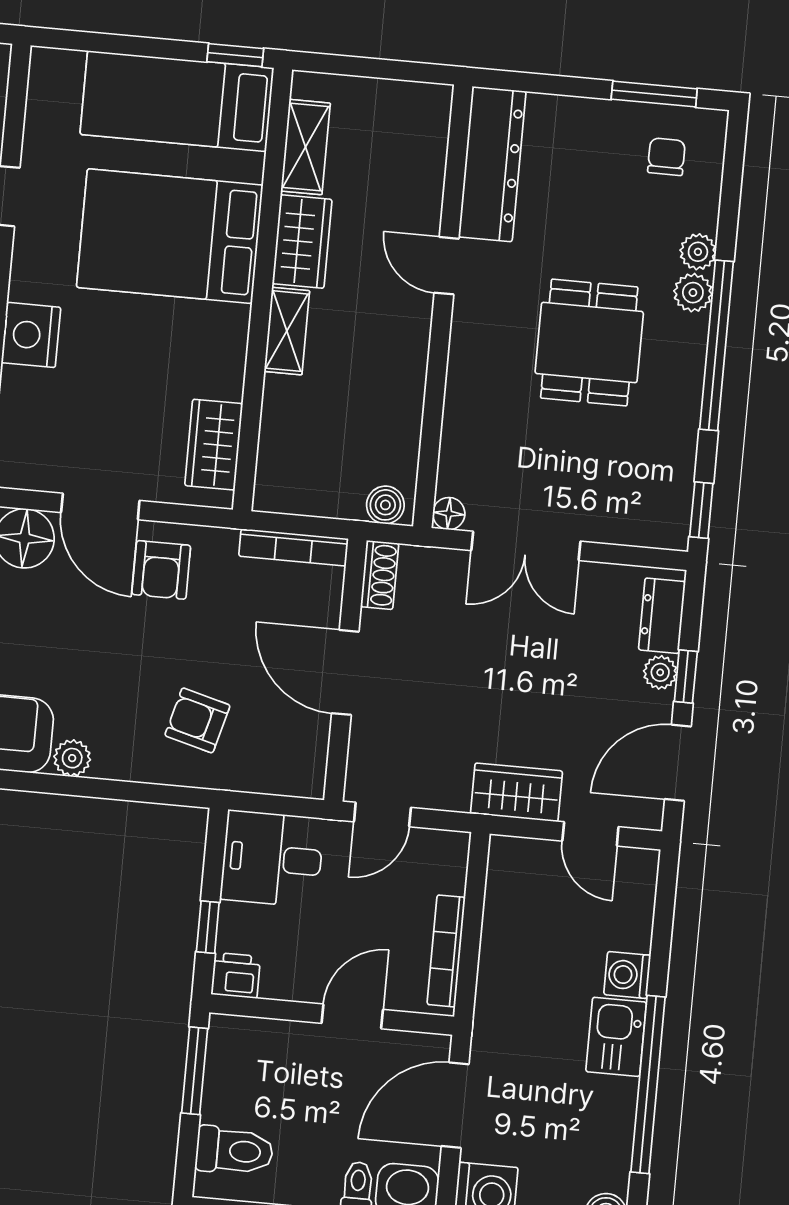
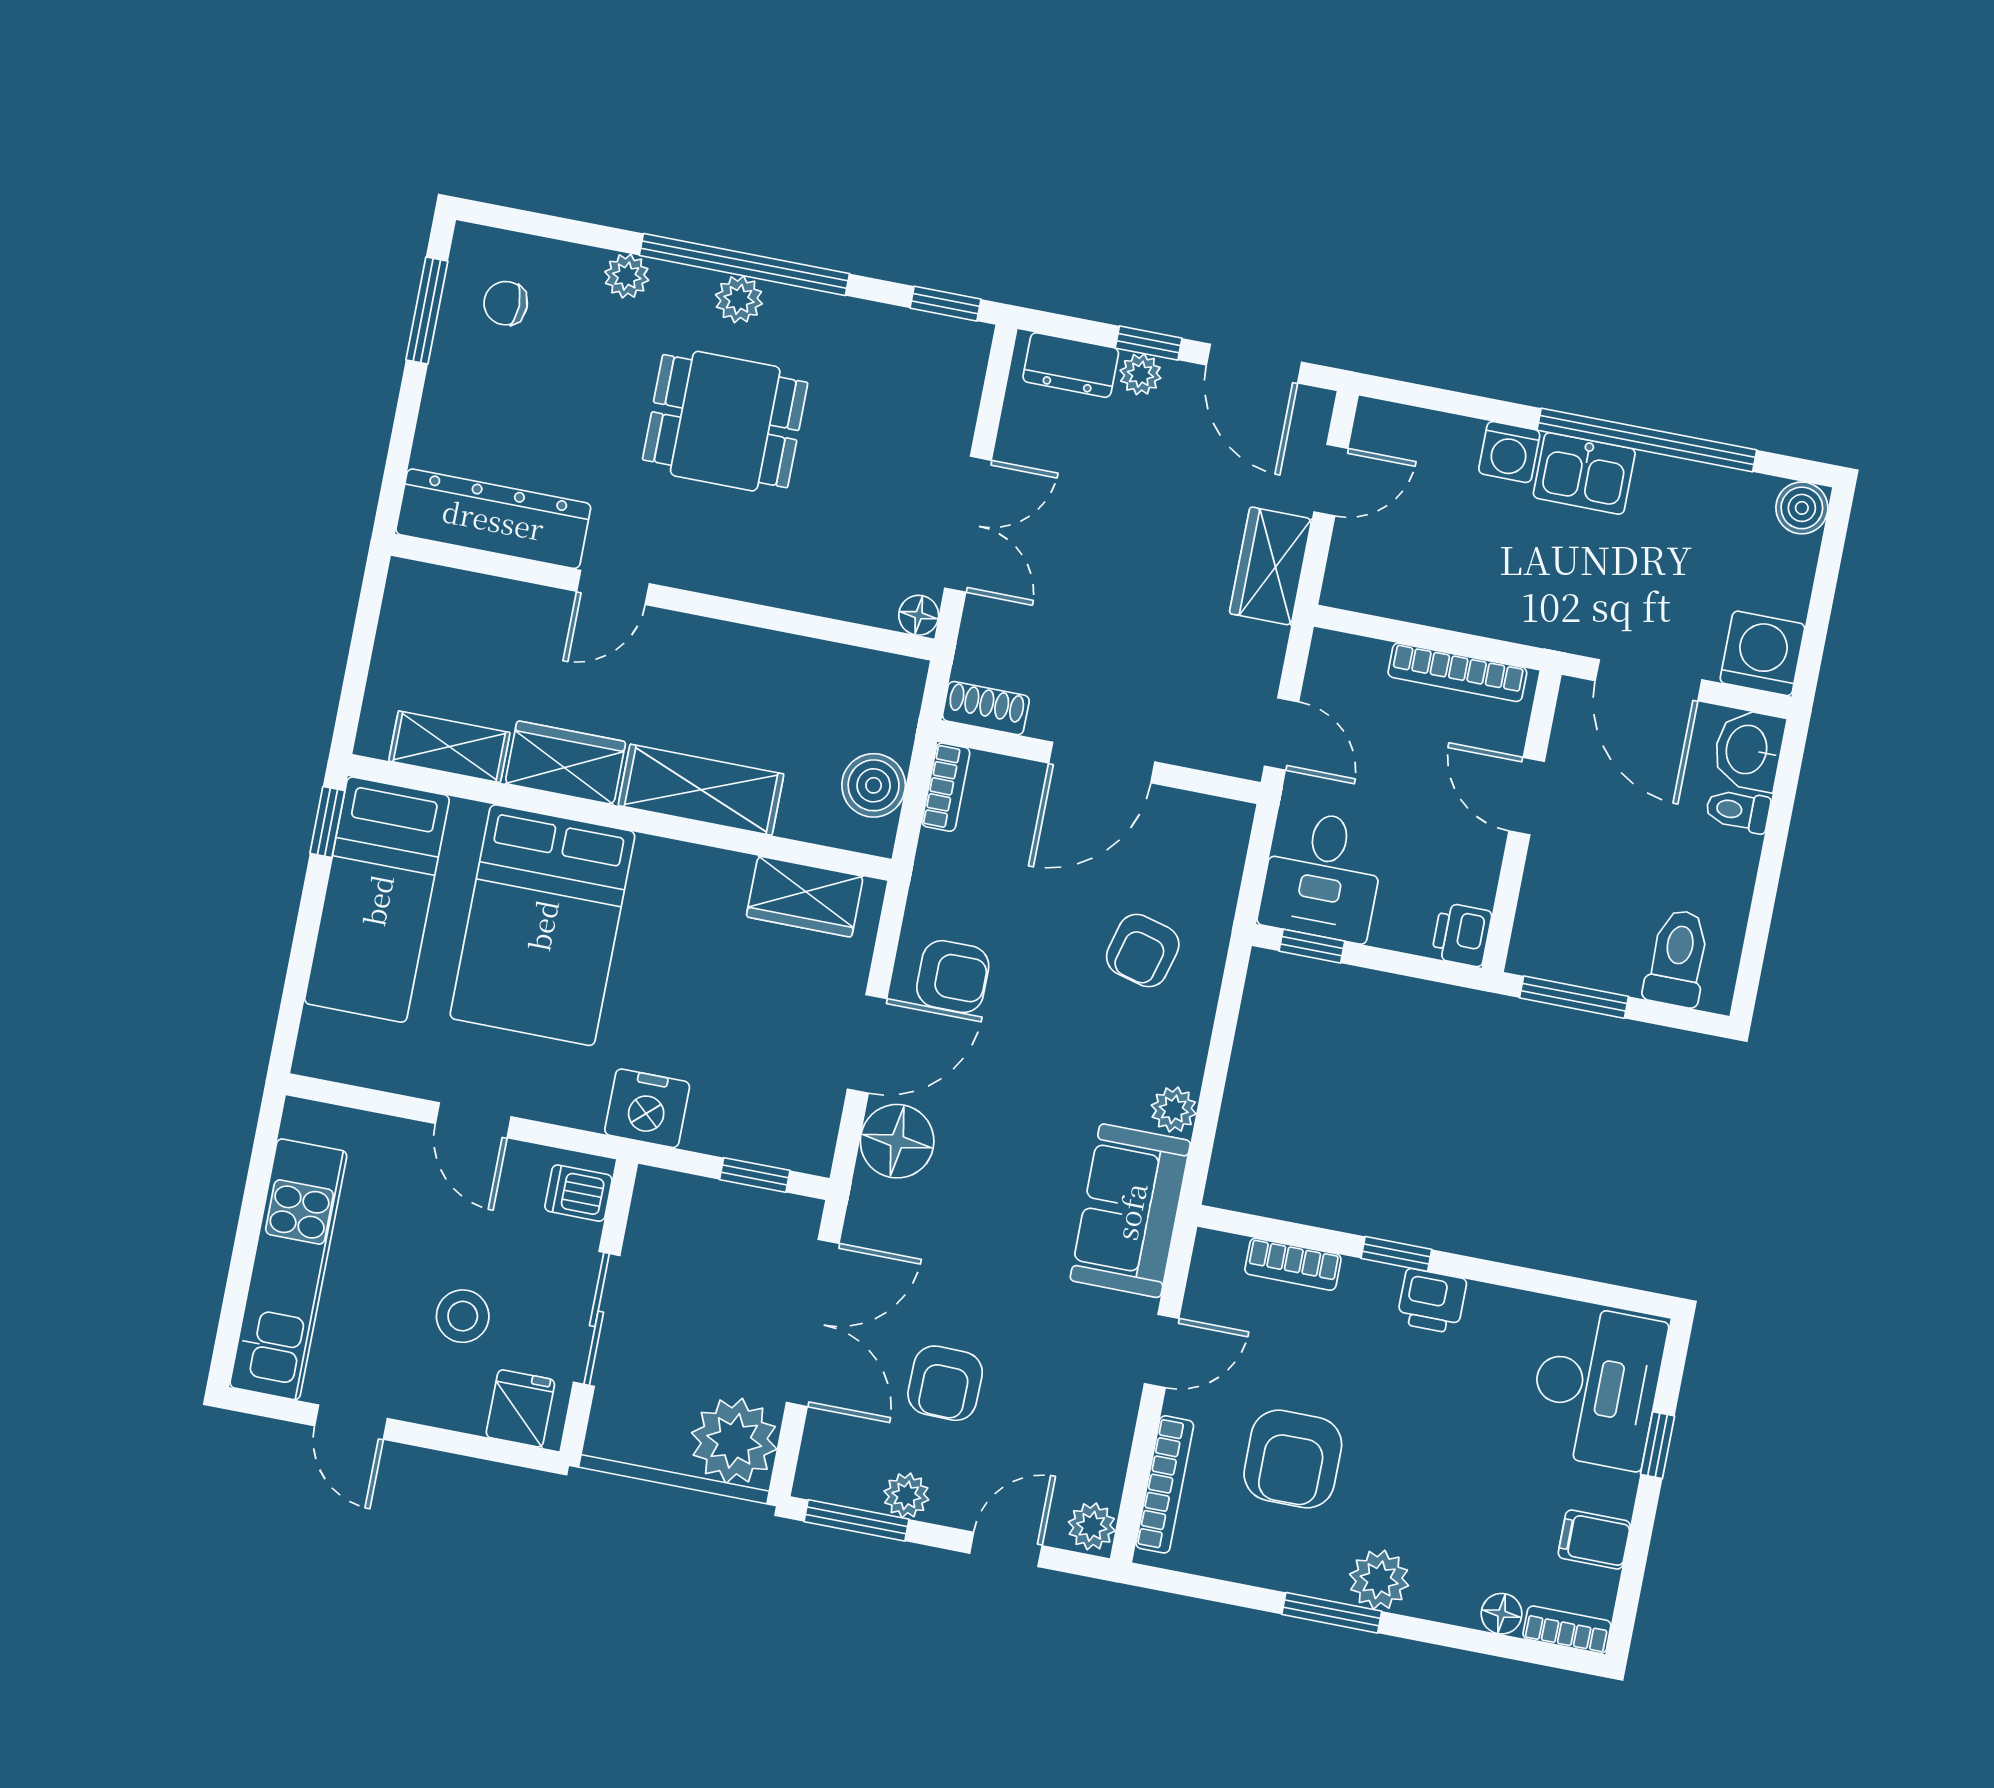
plant: (693, 293) -> (739, 299), moved
shelving: (287, 331) -> (701, 790), width x1.50, depth x1.33
boiler: (385, 505) -> (874, 785), moved, width x1.36, depth x1.36
bookcase: (294, 547) -> (946, 787), width x0.64
window: (208, 927) -> (1312, 946), moved

